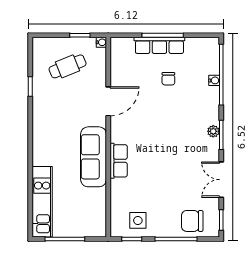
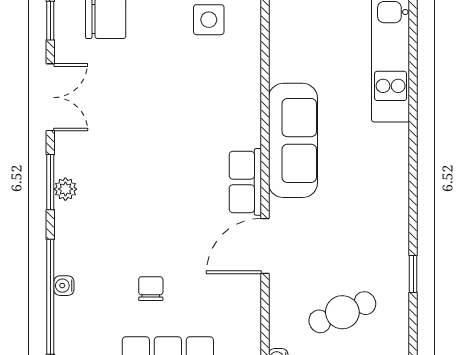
row of seats: (119, 161) -> (245, 182), moved

